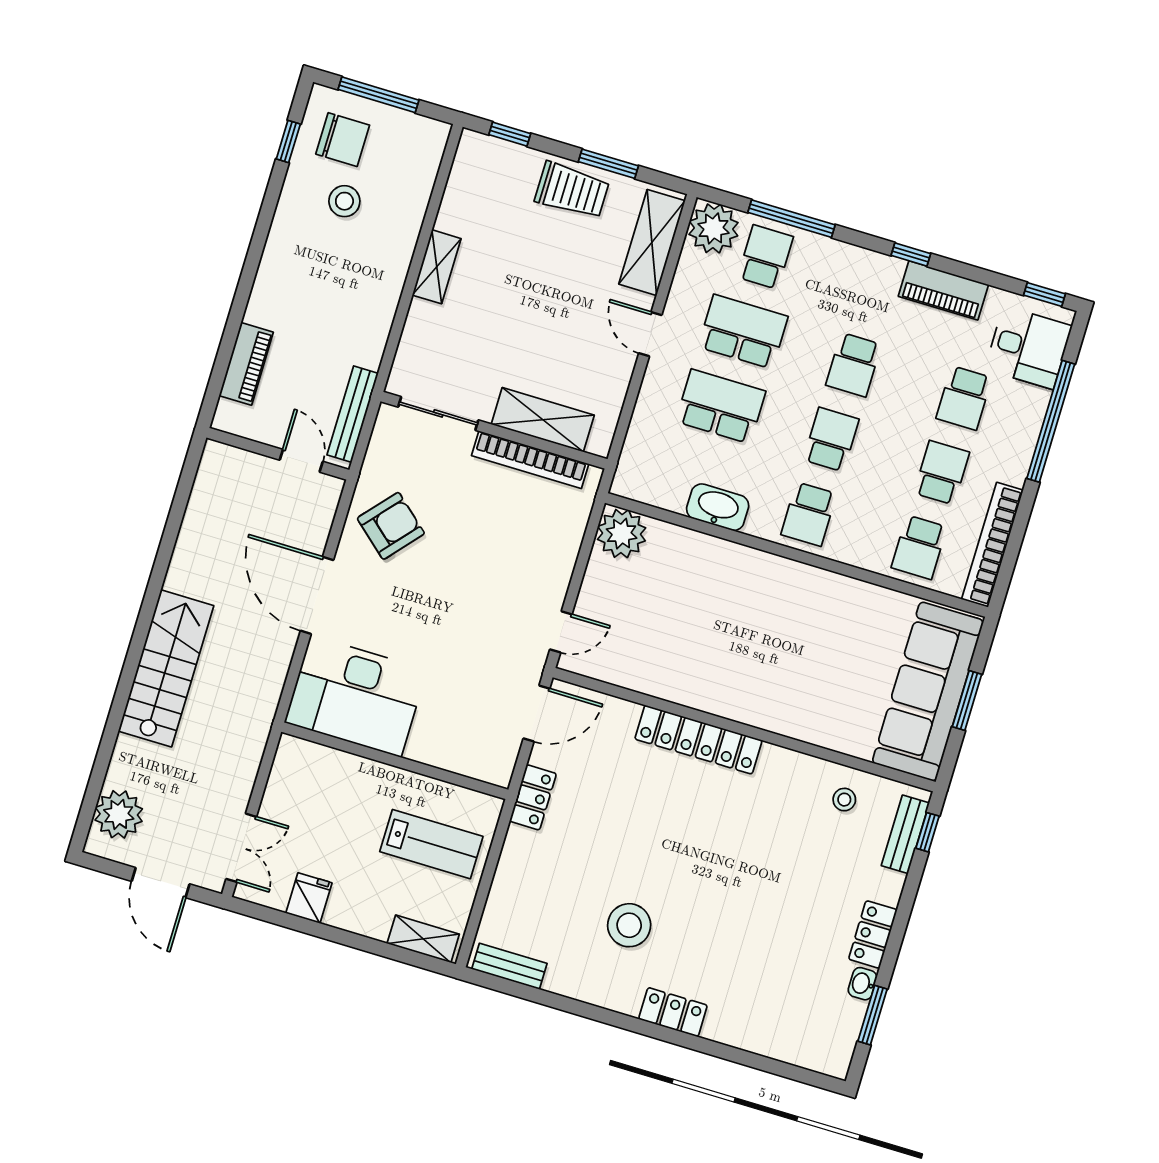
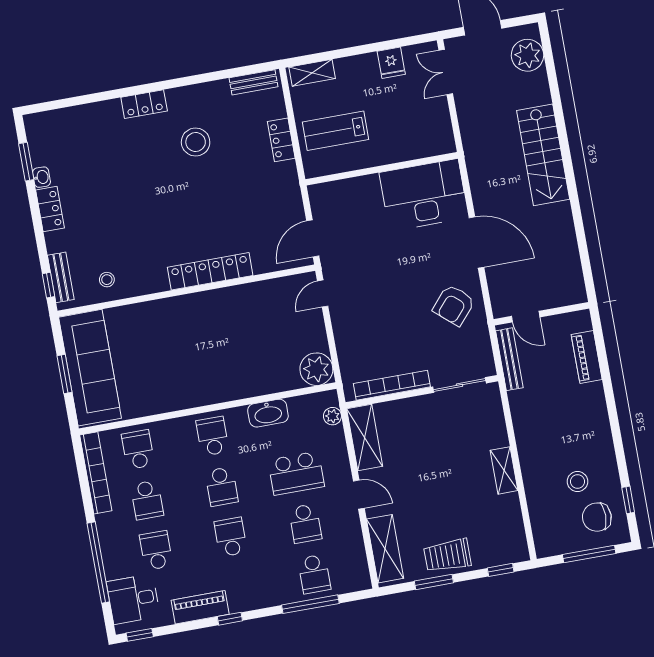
plant: (714, 228) -> (332, 416), moved, width x0.53, depth x0.53
school desk: (743, 332) -> (305, 524), width x0.54
shelving: (543, 420) -> (365, 437), moved, turned 90
locker: (533, 797) -> (281, 140), moved

